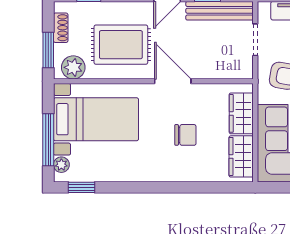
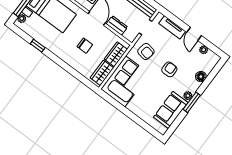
dresser: (211, 69) -> (117, 25), added
window: (81, 187) -> (38, 46), moved

